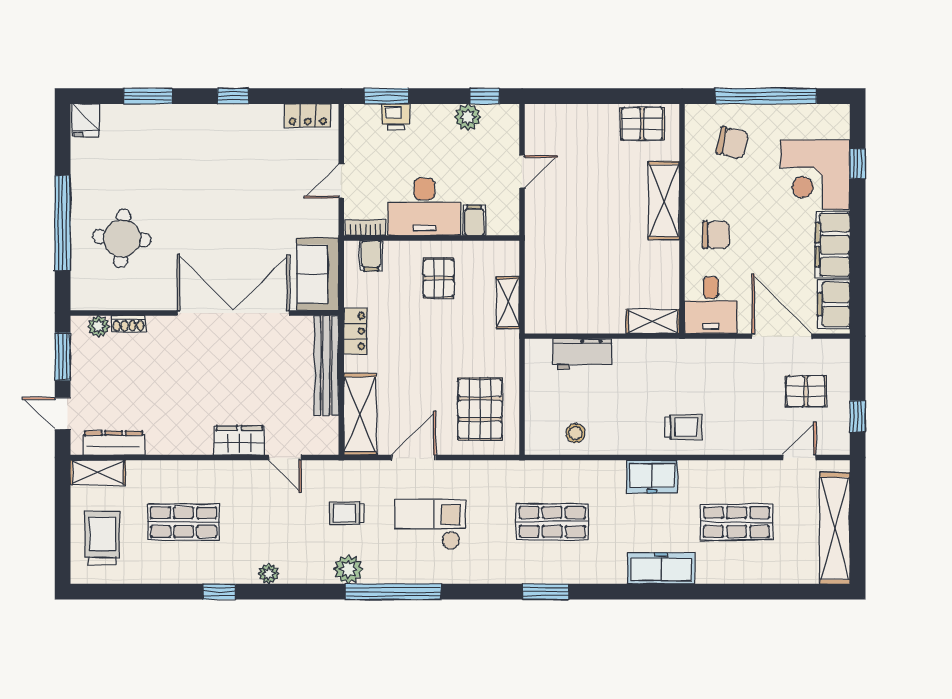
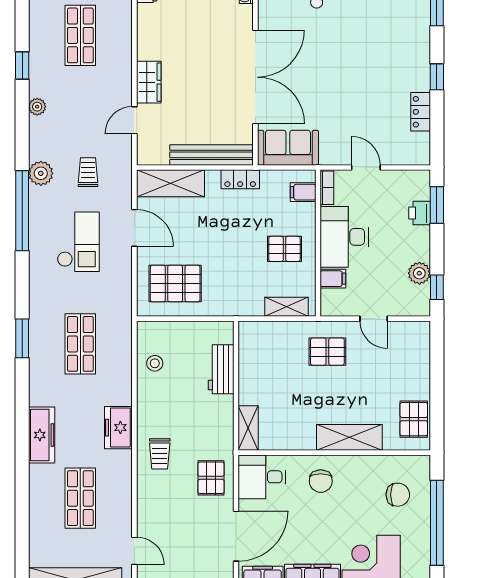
locker: (308, 115) -> (421, 112), moved
chair: (732, 143) -> (398, 495), turned -102
pallet: (561, 227) -> (327, 352), added
shelving: (508, 303) -> (287, 307), moved
pallet: (806, 391) -> (211, 478), moved

